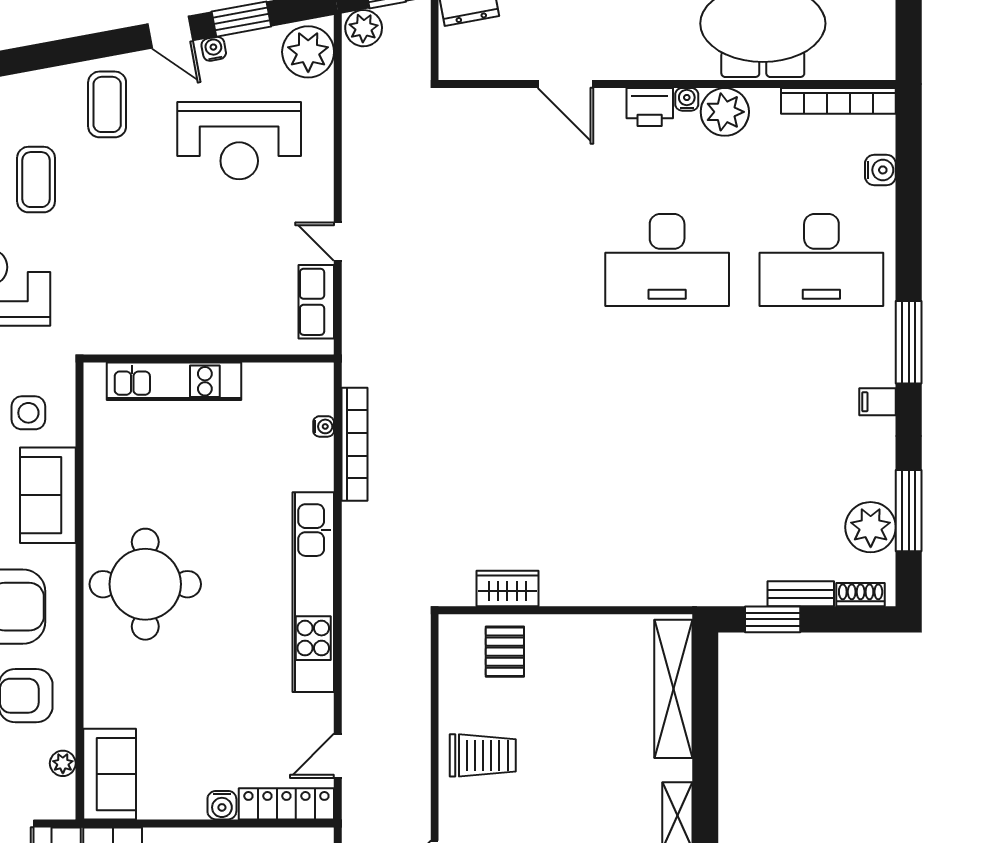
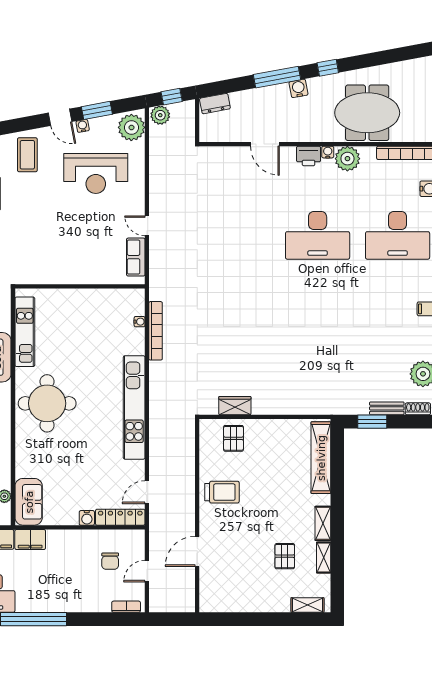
kitchen unit: (174, 381) -> (25, 332), moved, turned -90

